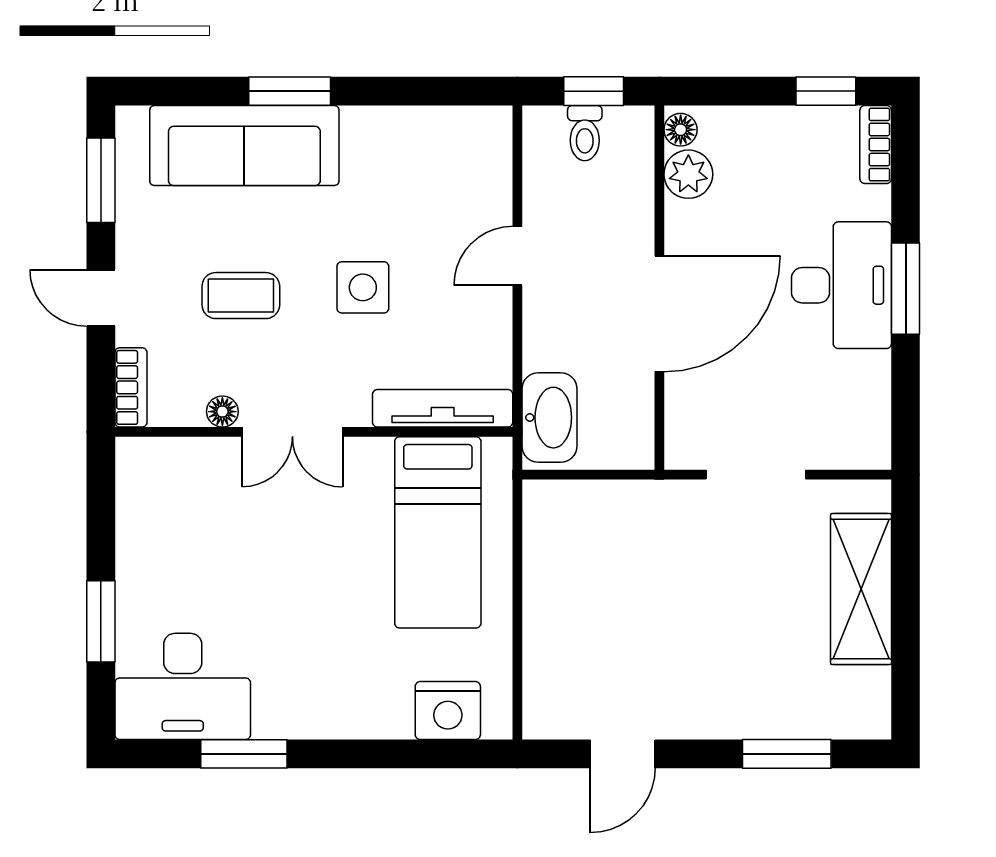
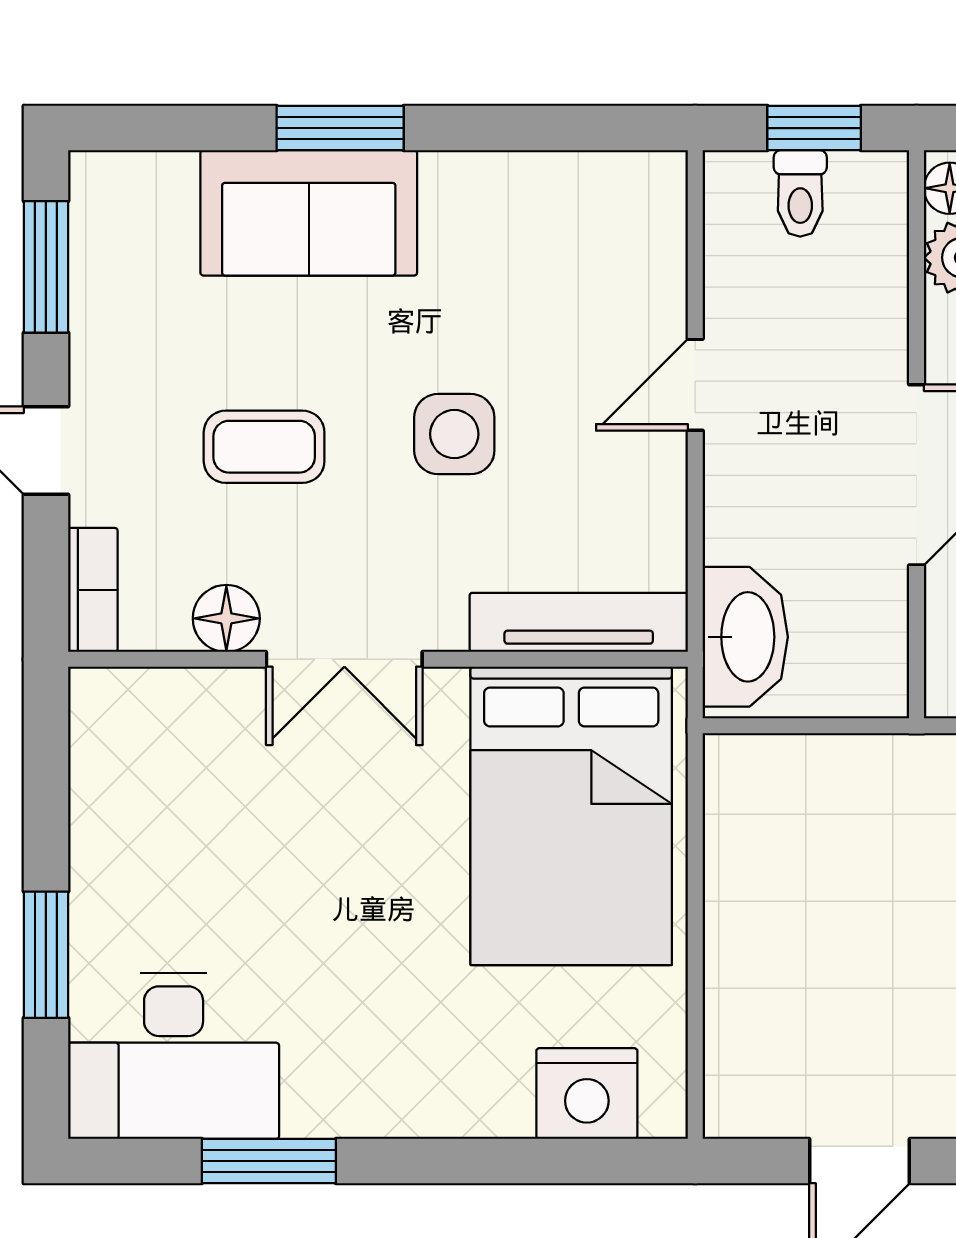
sofa: (244, 146) -> (309, 213), width x0.73
floor lamp: (222, 412) -> (226, 618), width x1.37, depth x1.37
bed: (438, 532) -> (571, 816), width x1.50

